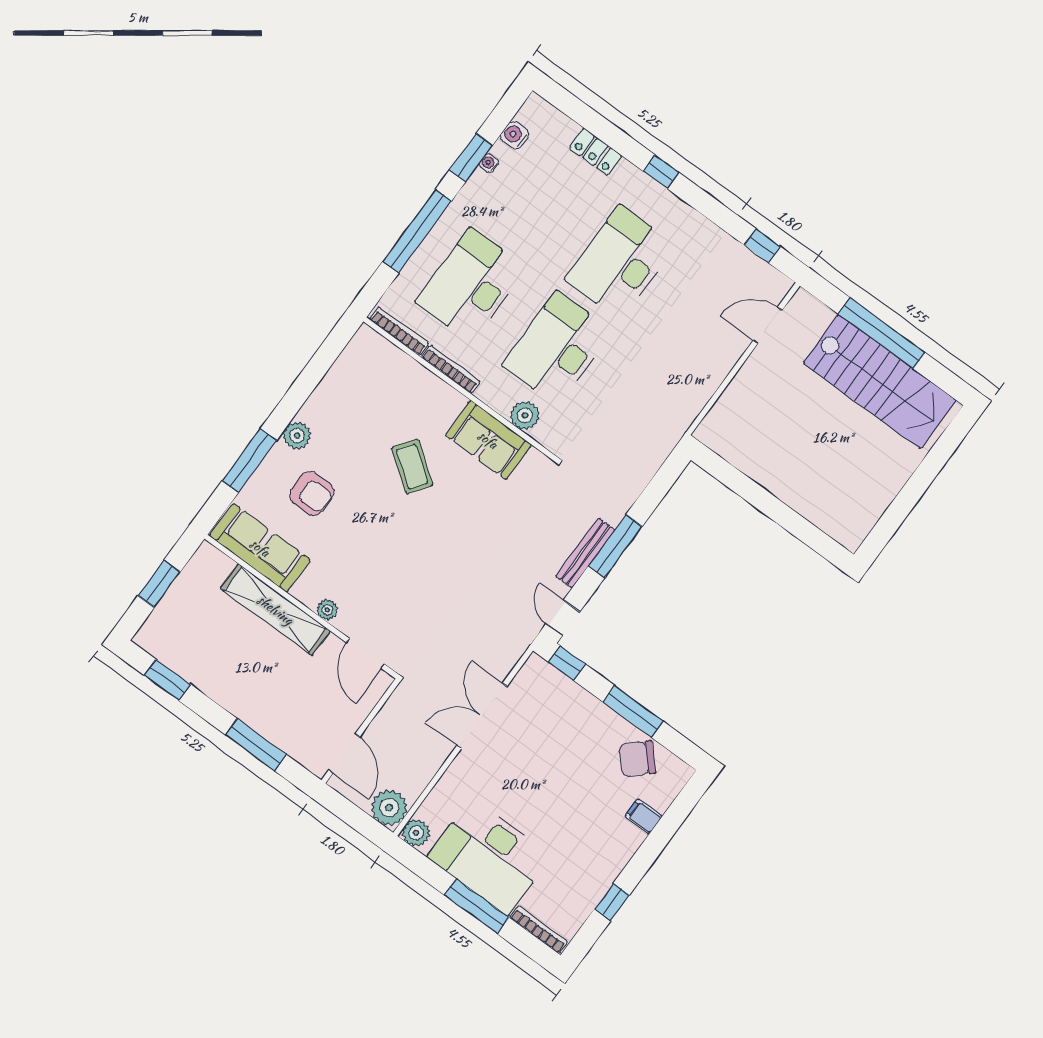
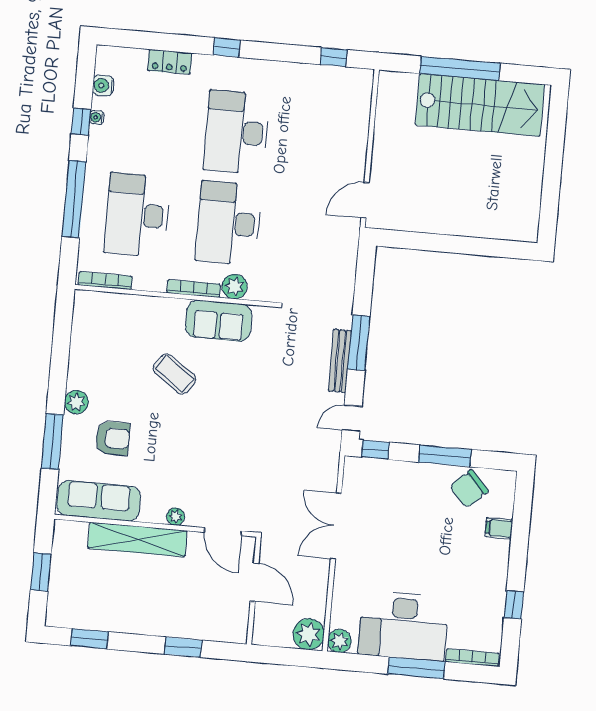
window: (471, 158) -> (81, 122), width x0.67
door: (768, 325) -> (365, 200), moved
bookcase: (451, 369) -> (194, 289), moved
door: (563, 618) -> (352, 418), hinge flipped
window: (256, 745) -> (183, 647), width x0.69
door: (344, 753) -> (254, 582), moved

